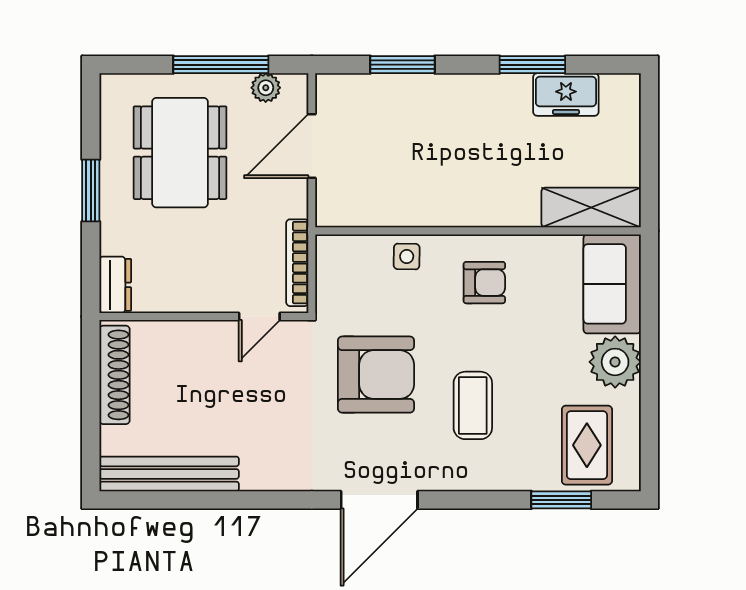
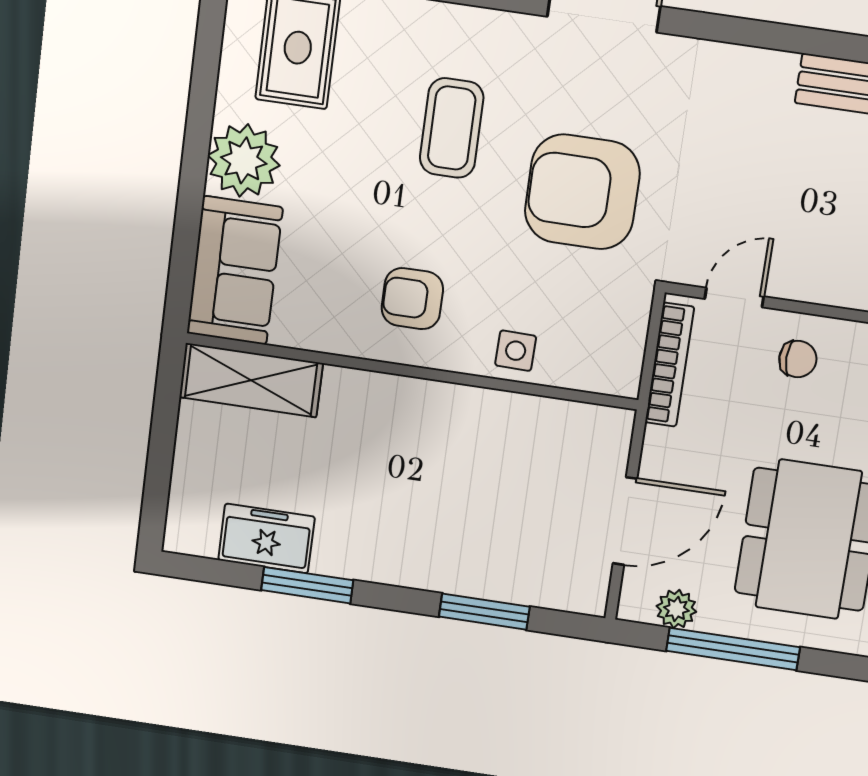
chair: (208, 280) -> (798, 359), added

